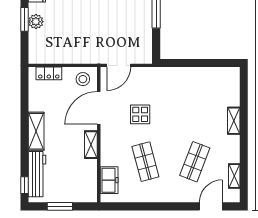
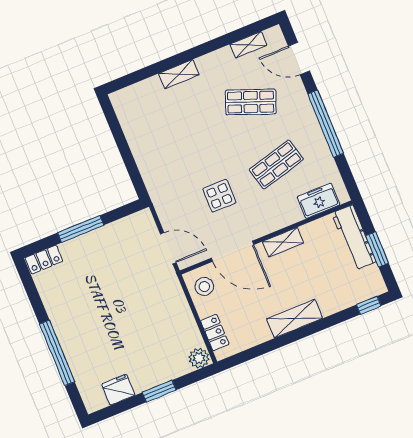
plant: (36, 22) -> (199, 358), moved
workbench: (37, 174) -> (354, 237), moved, turned -90
window: (159, 206) -> (326, 124), added

